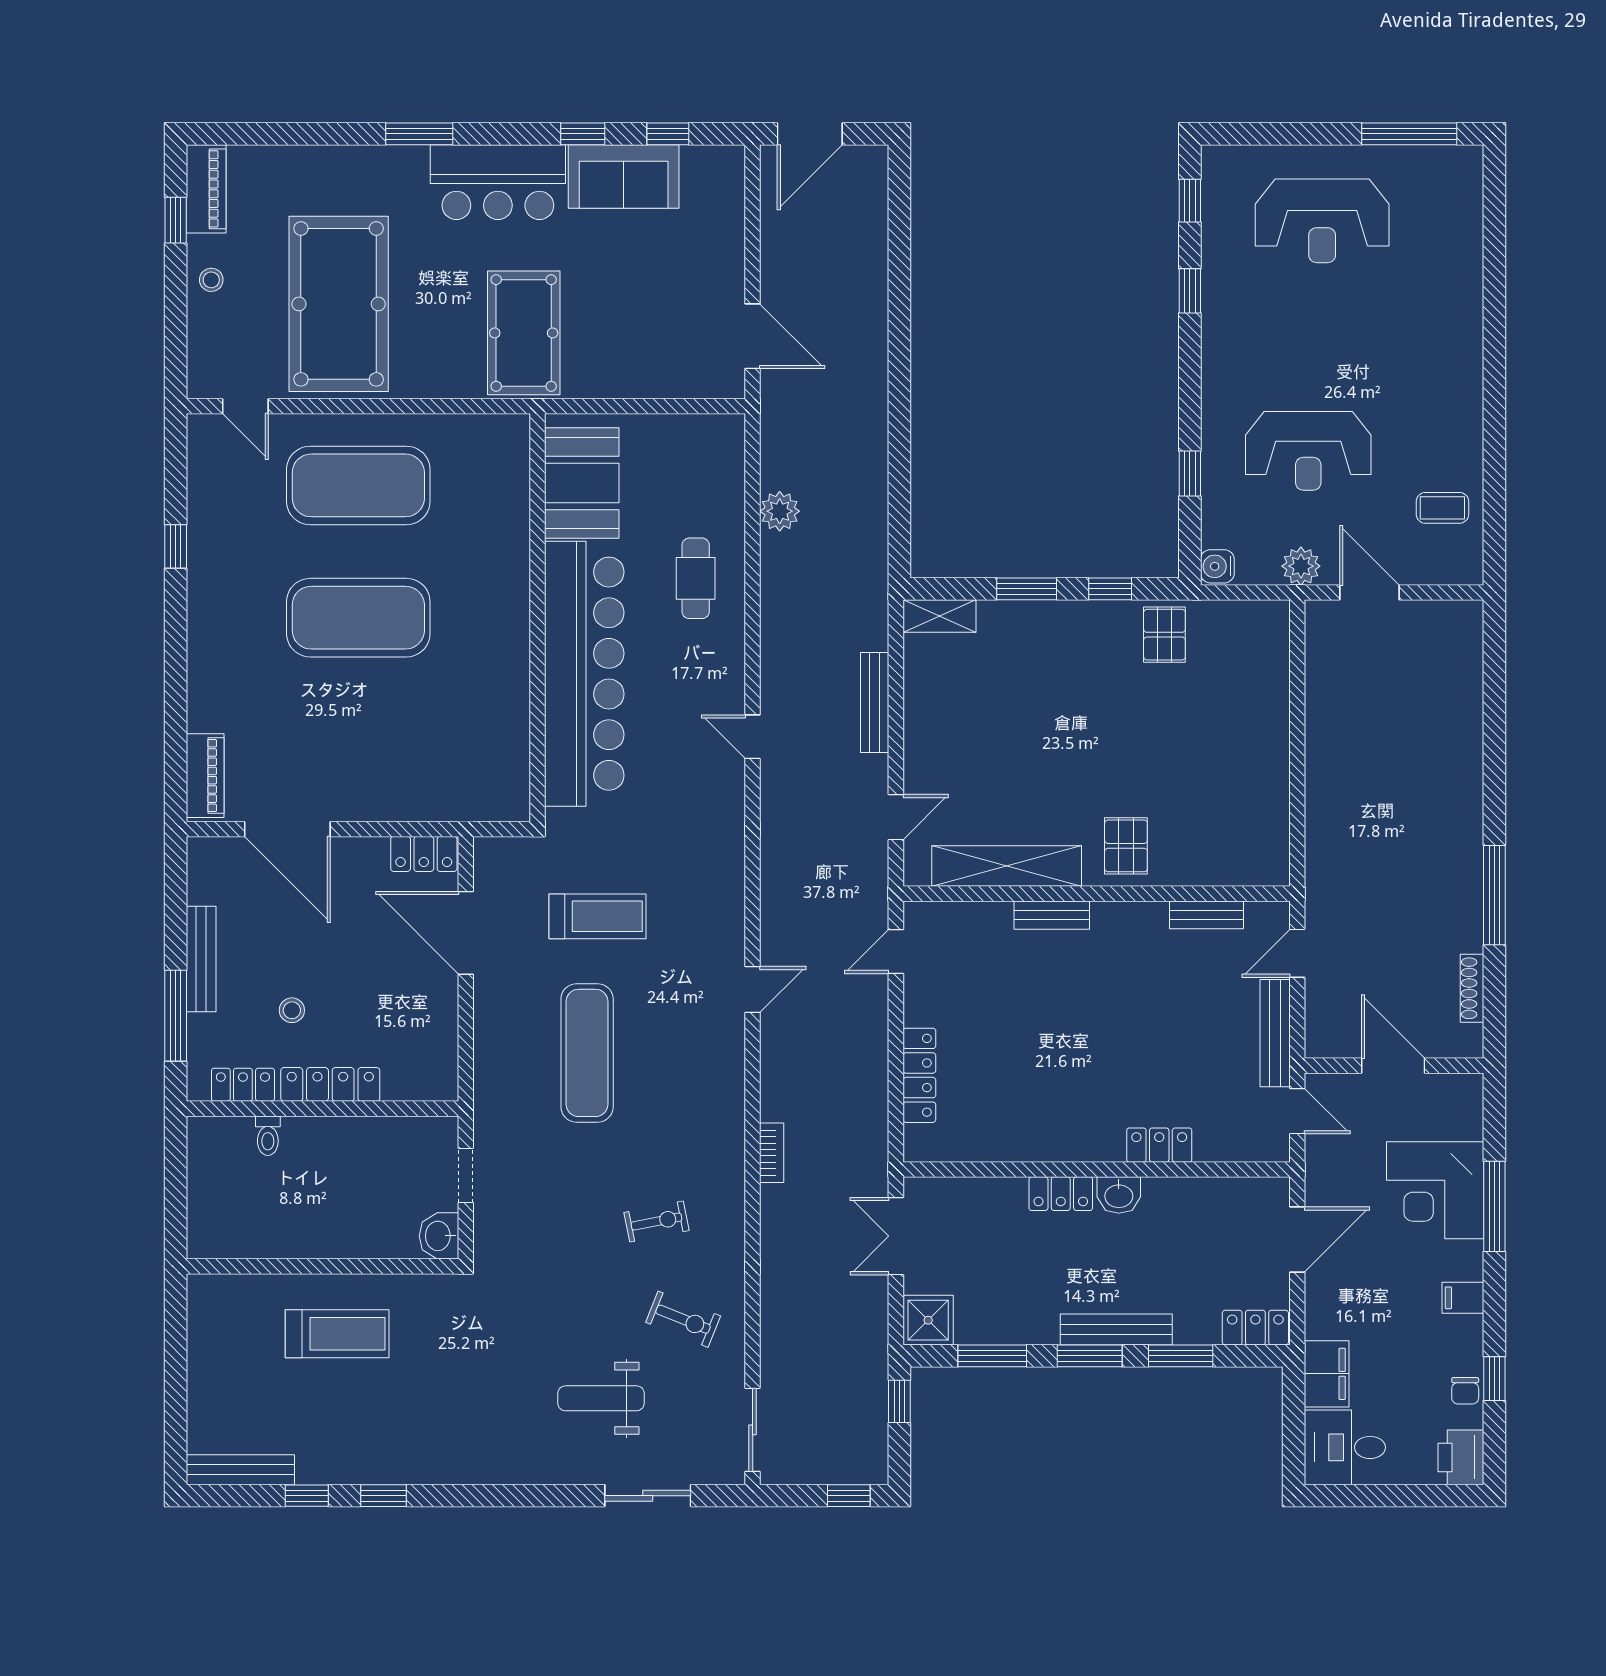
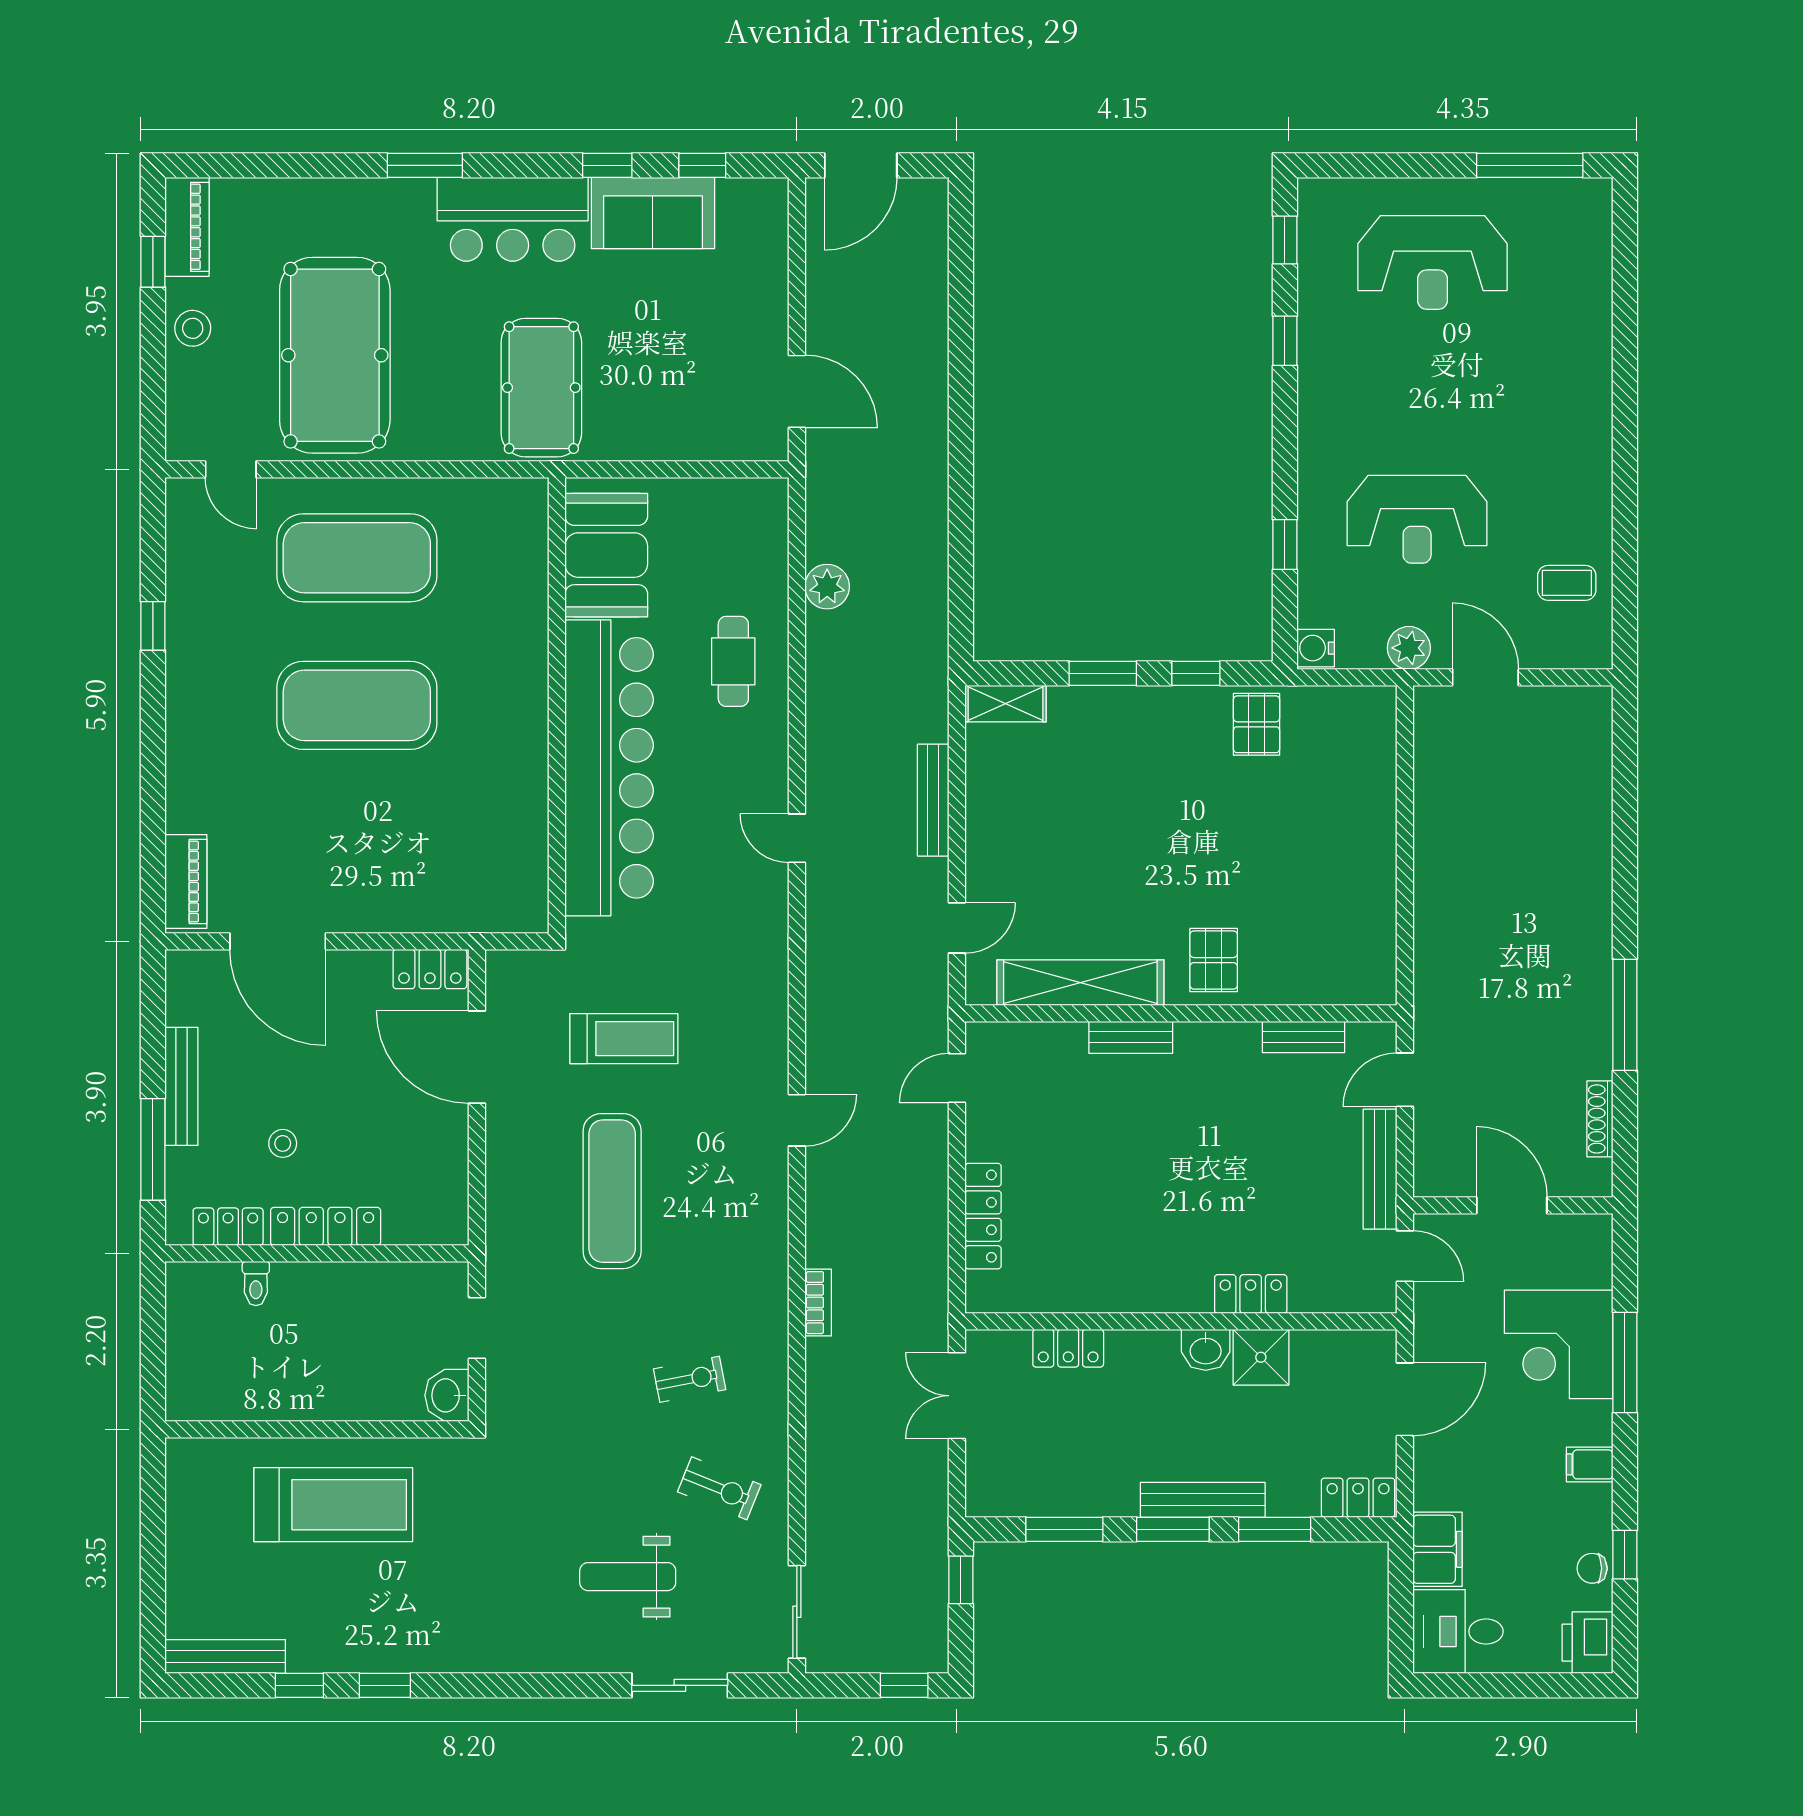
stool: (211, 280) -> (193, 328), width x1.37, depth x1.37
locker: (1061, 1194) -> (1068, 1348), moved
shower: (928, 1320) -> (1261, 1357), moved
treadmill: (337, 1334) -> (333, 1505), width x1.37, depth x1.38
chair: (1465, 1391) -> (1592, 1568), turned 90

